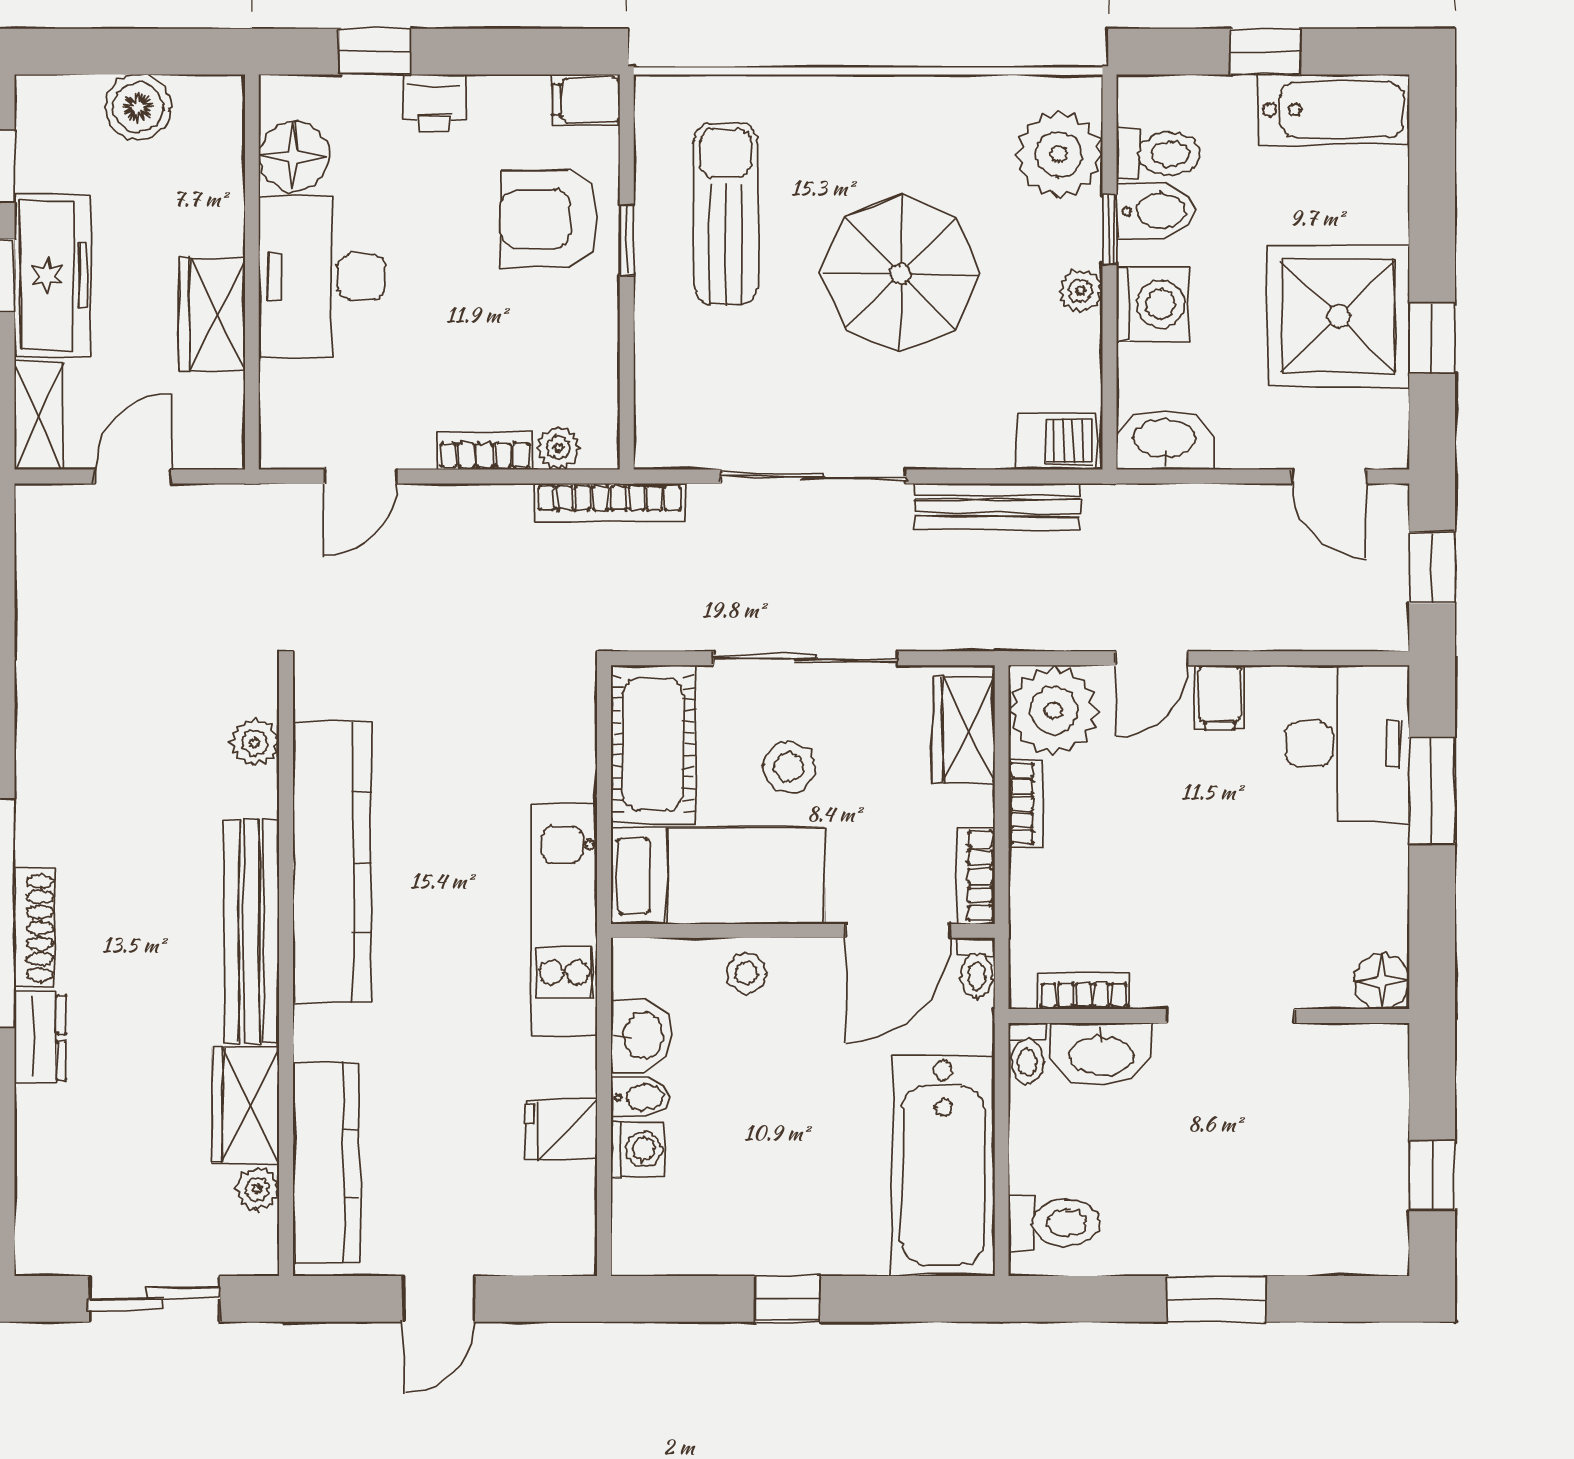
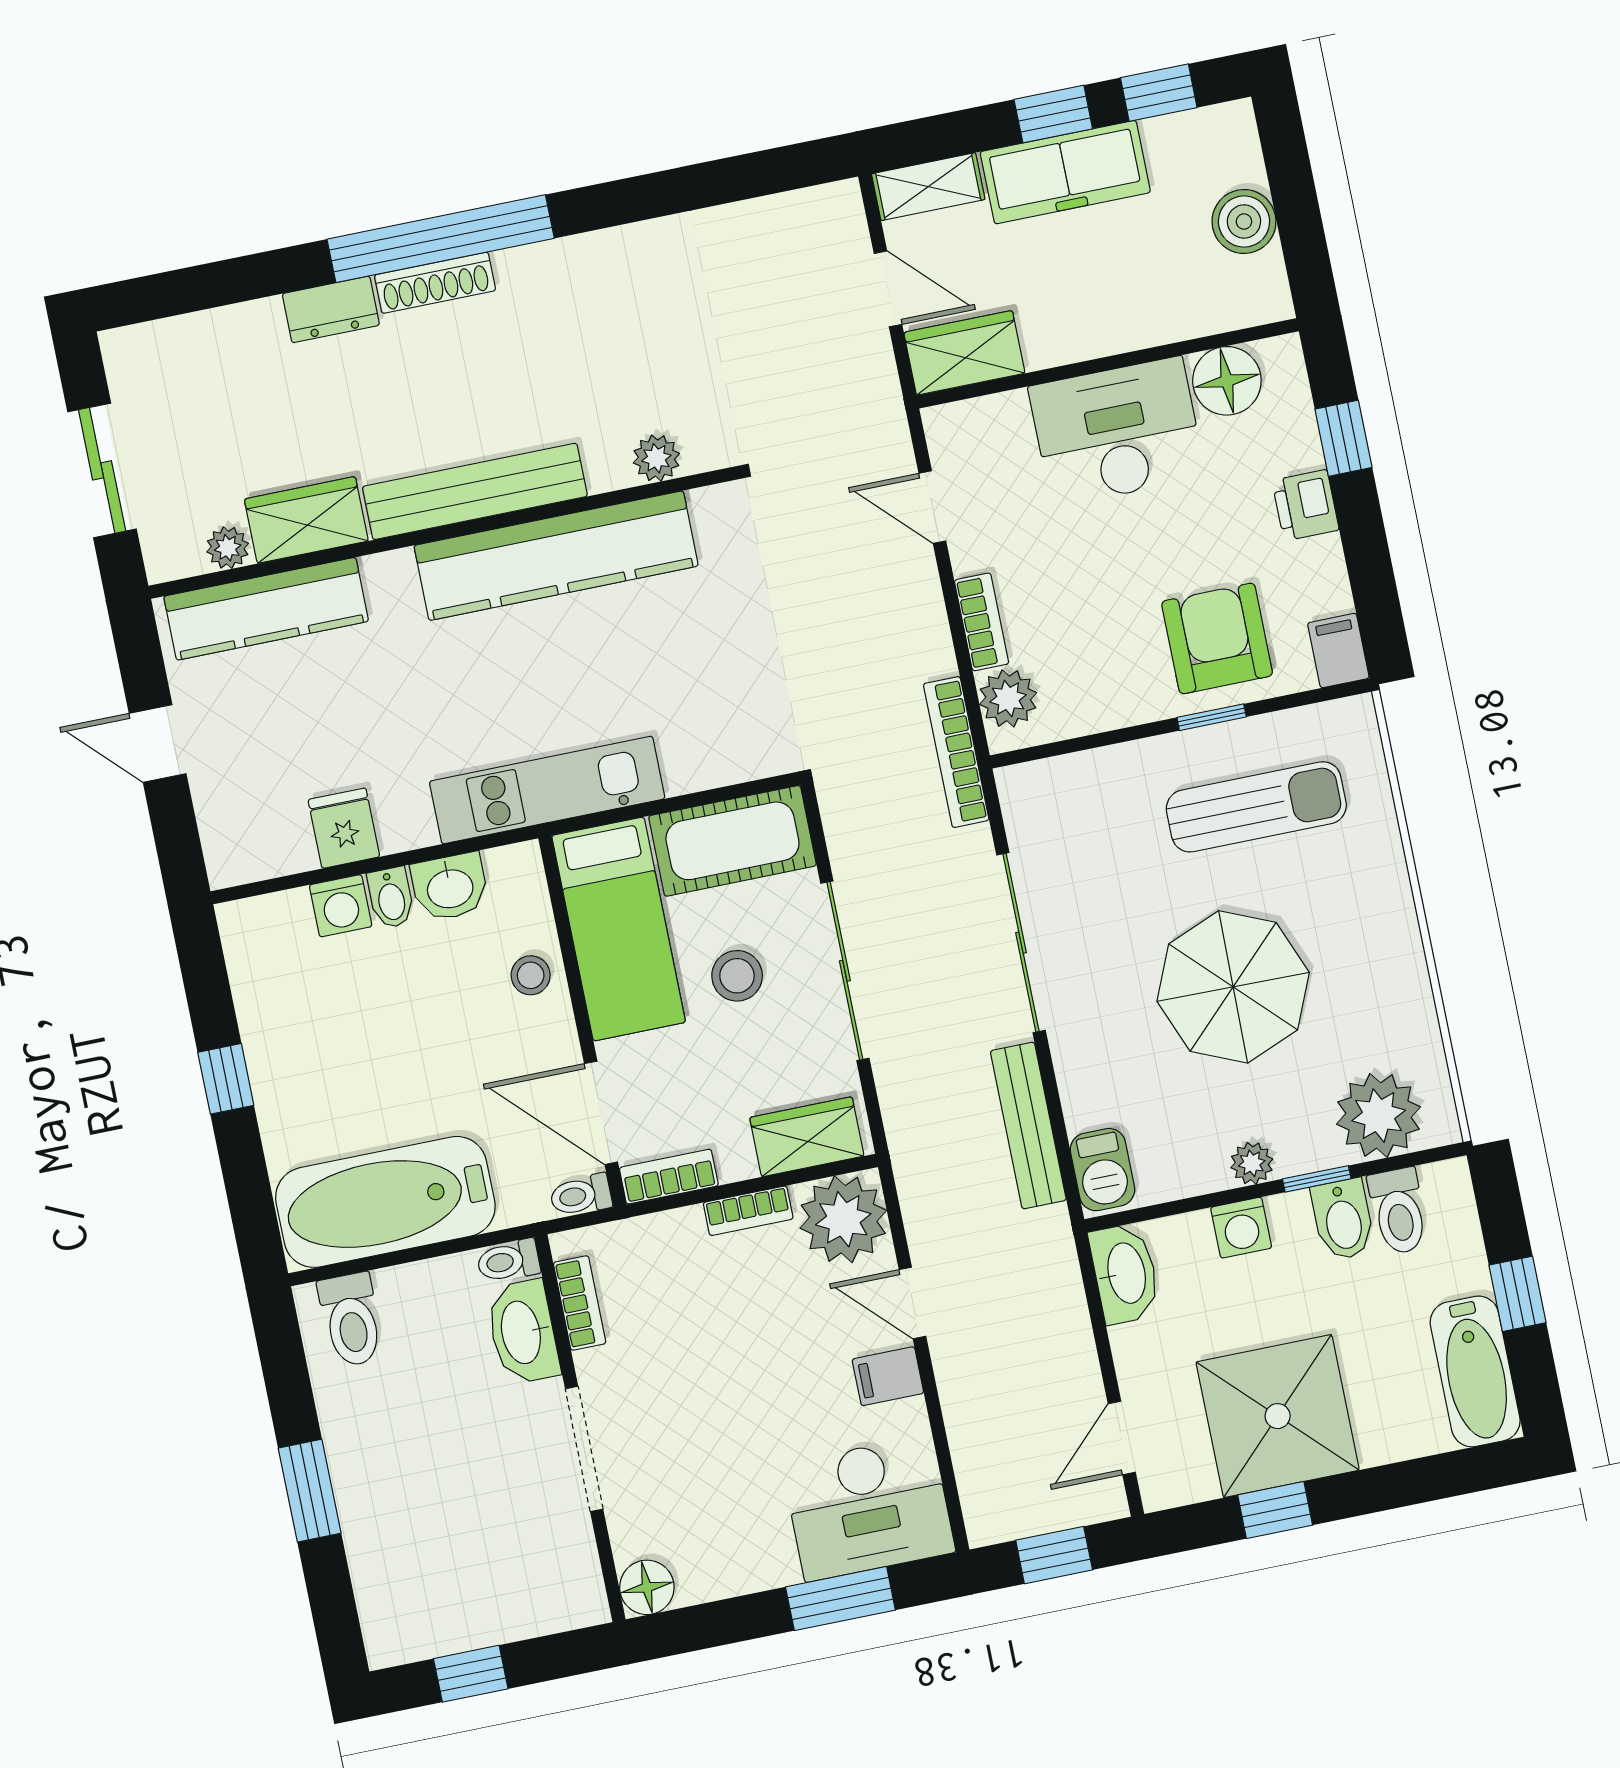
washing machine: (1153, 304) -> (1241, 1228), width x0.73, depth x0.73
wardrobe: (212, 314) -> (964, 353), moved
plant: (559, 448) -> (1008, 698), width x1.38, depth x1.38

